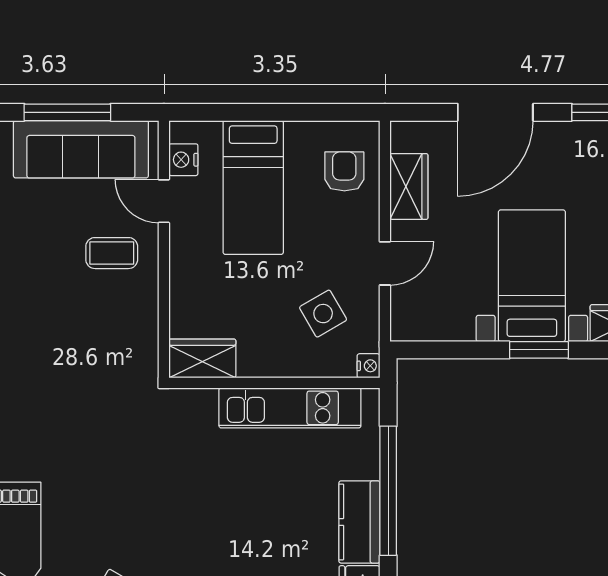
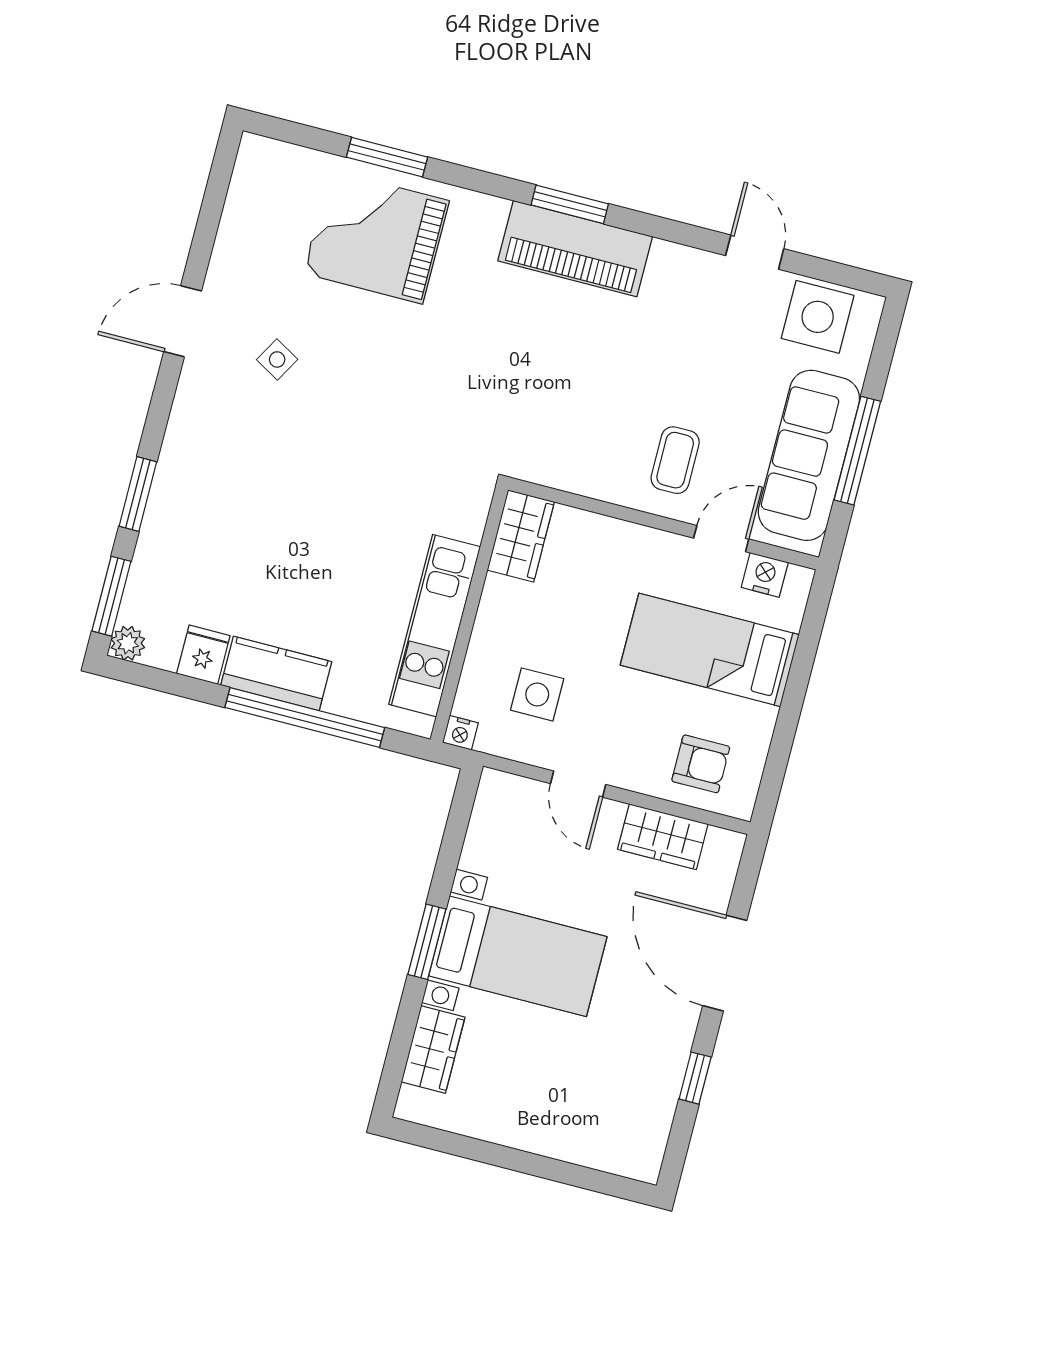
side table: (323, 314) -> (537, 694), turned 30

